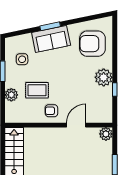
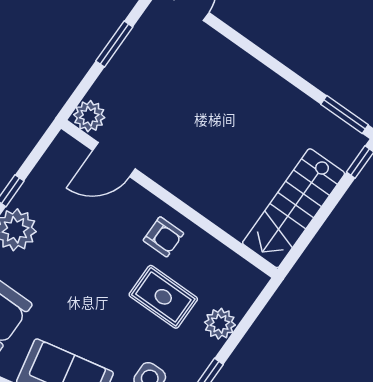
door: (76, 125) -> (114, 160), moved

